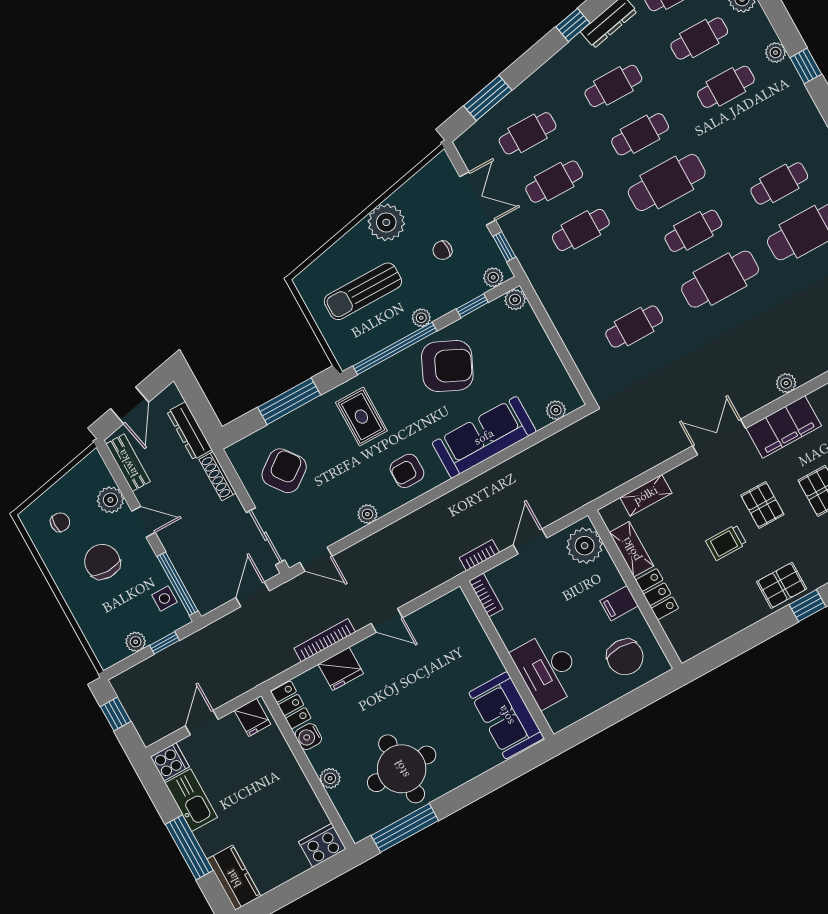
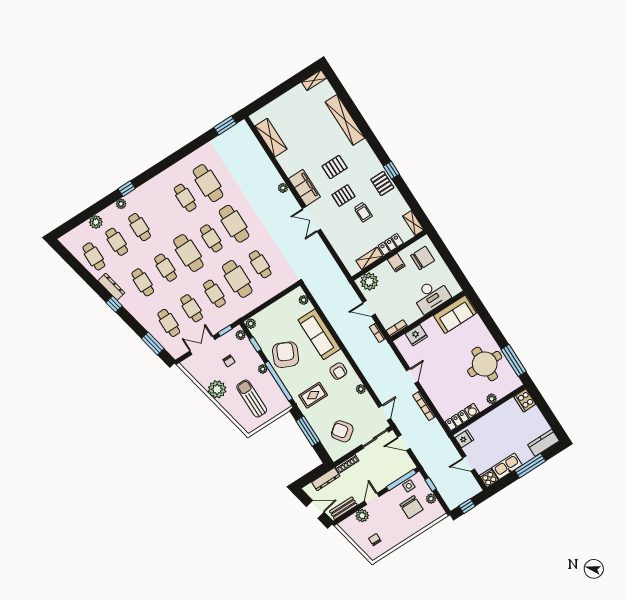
cafe table: (608, 278) -> (237, 279), added
sun lounger: (363, 291) -> (252, 399), turned 180
shelving: (646, 495) -> (413, 223), moved
chair: (102, 562) -> (411, 507), moved, turned -90
fridge: (341, 669) -> (416, 335), moved, turned 90

